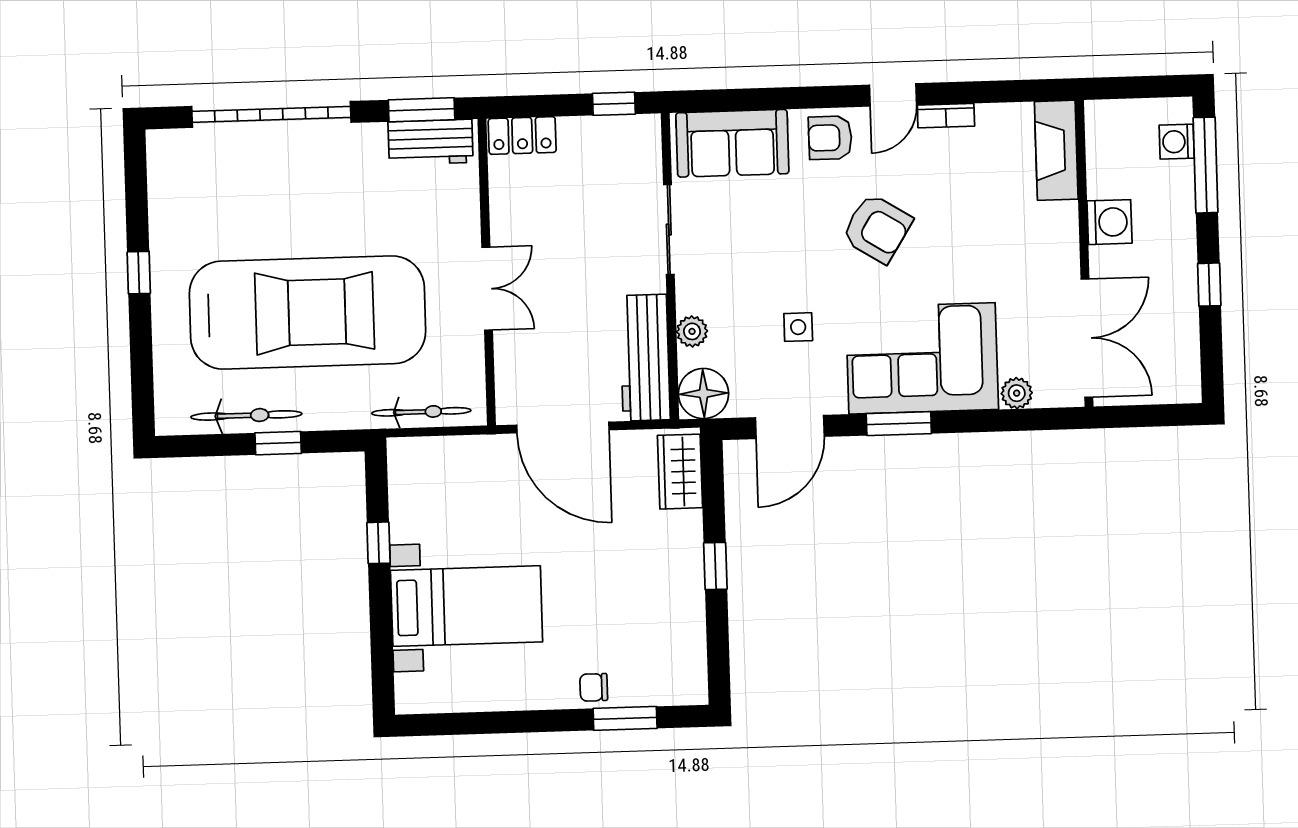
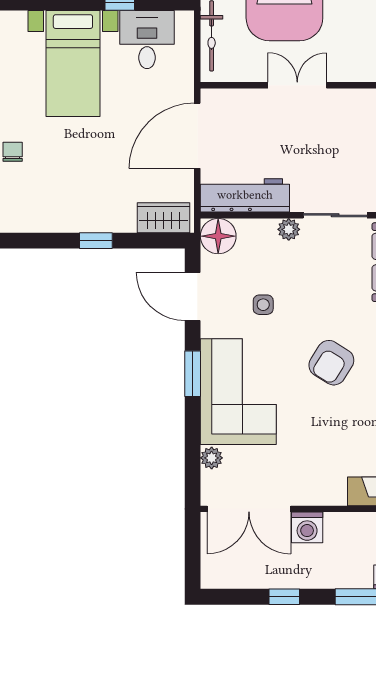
washing machine: (1110, 222) -> (307, 527), moved
double door: (487, 289) -> (297, 85), swing flipped
plant: (692, 331) -> (289, 229), moved
desk: (429, 503) -> (147, 40), added

